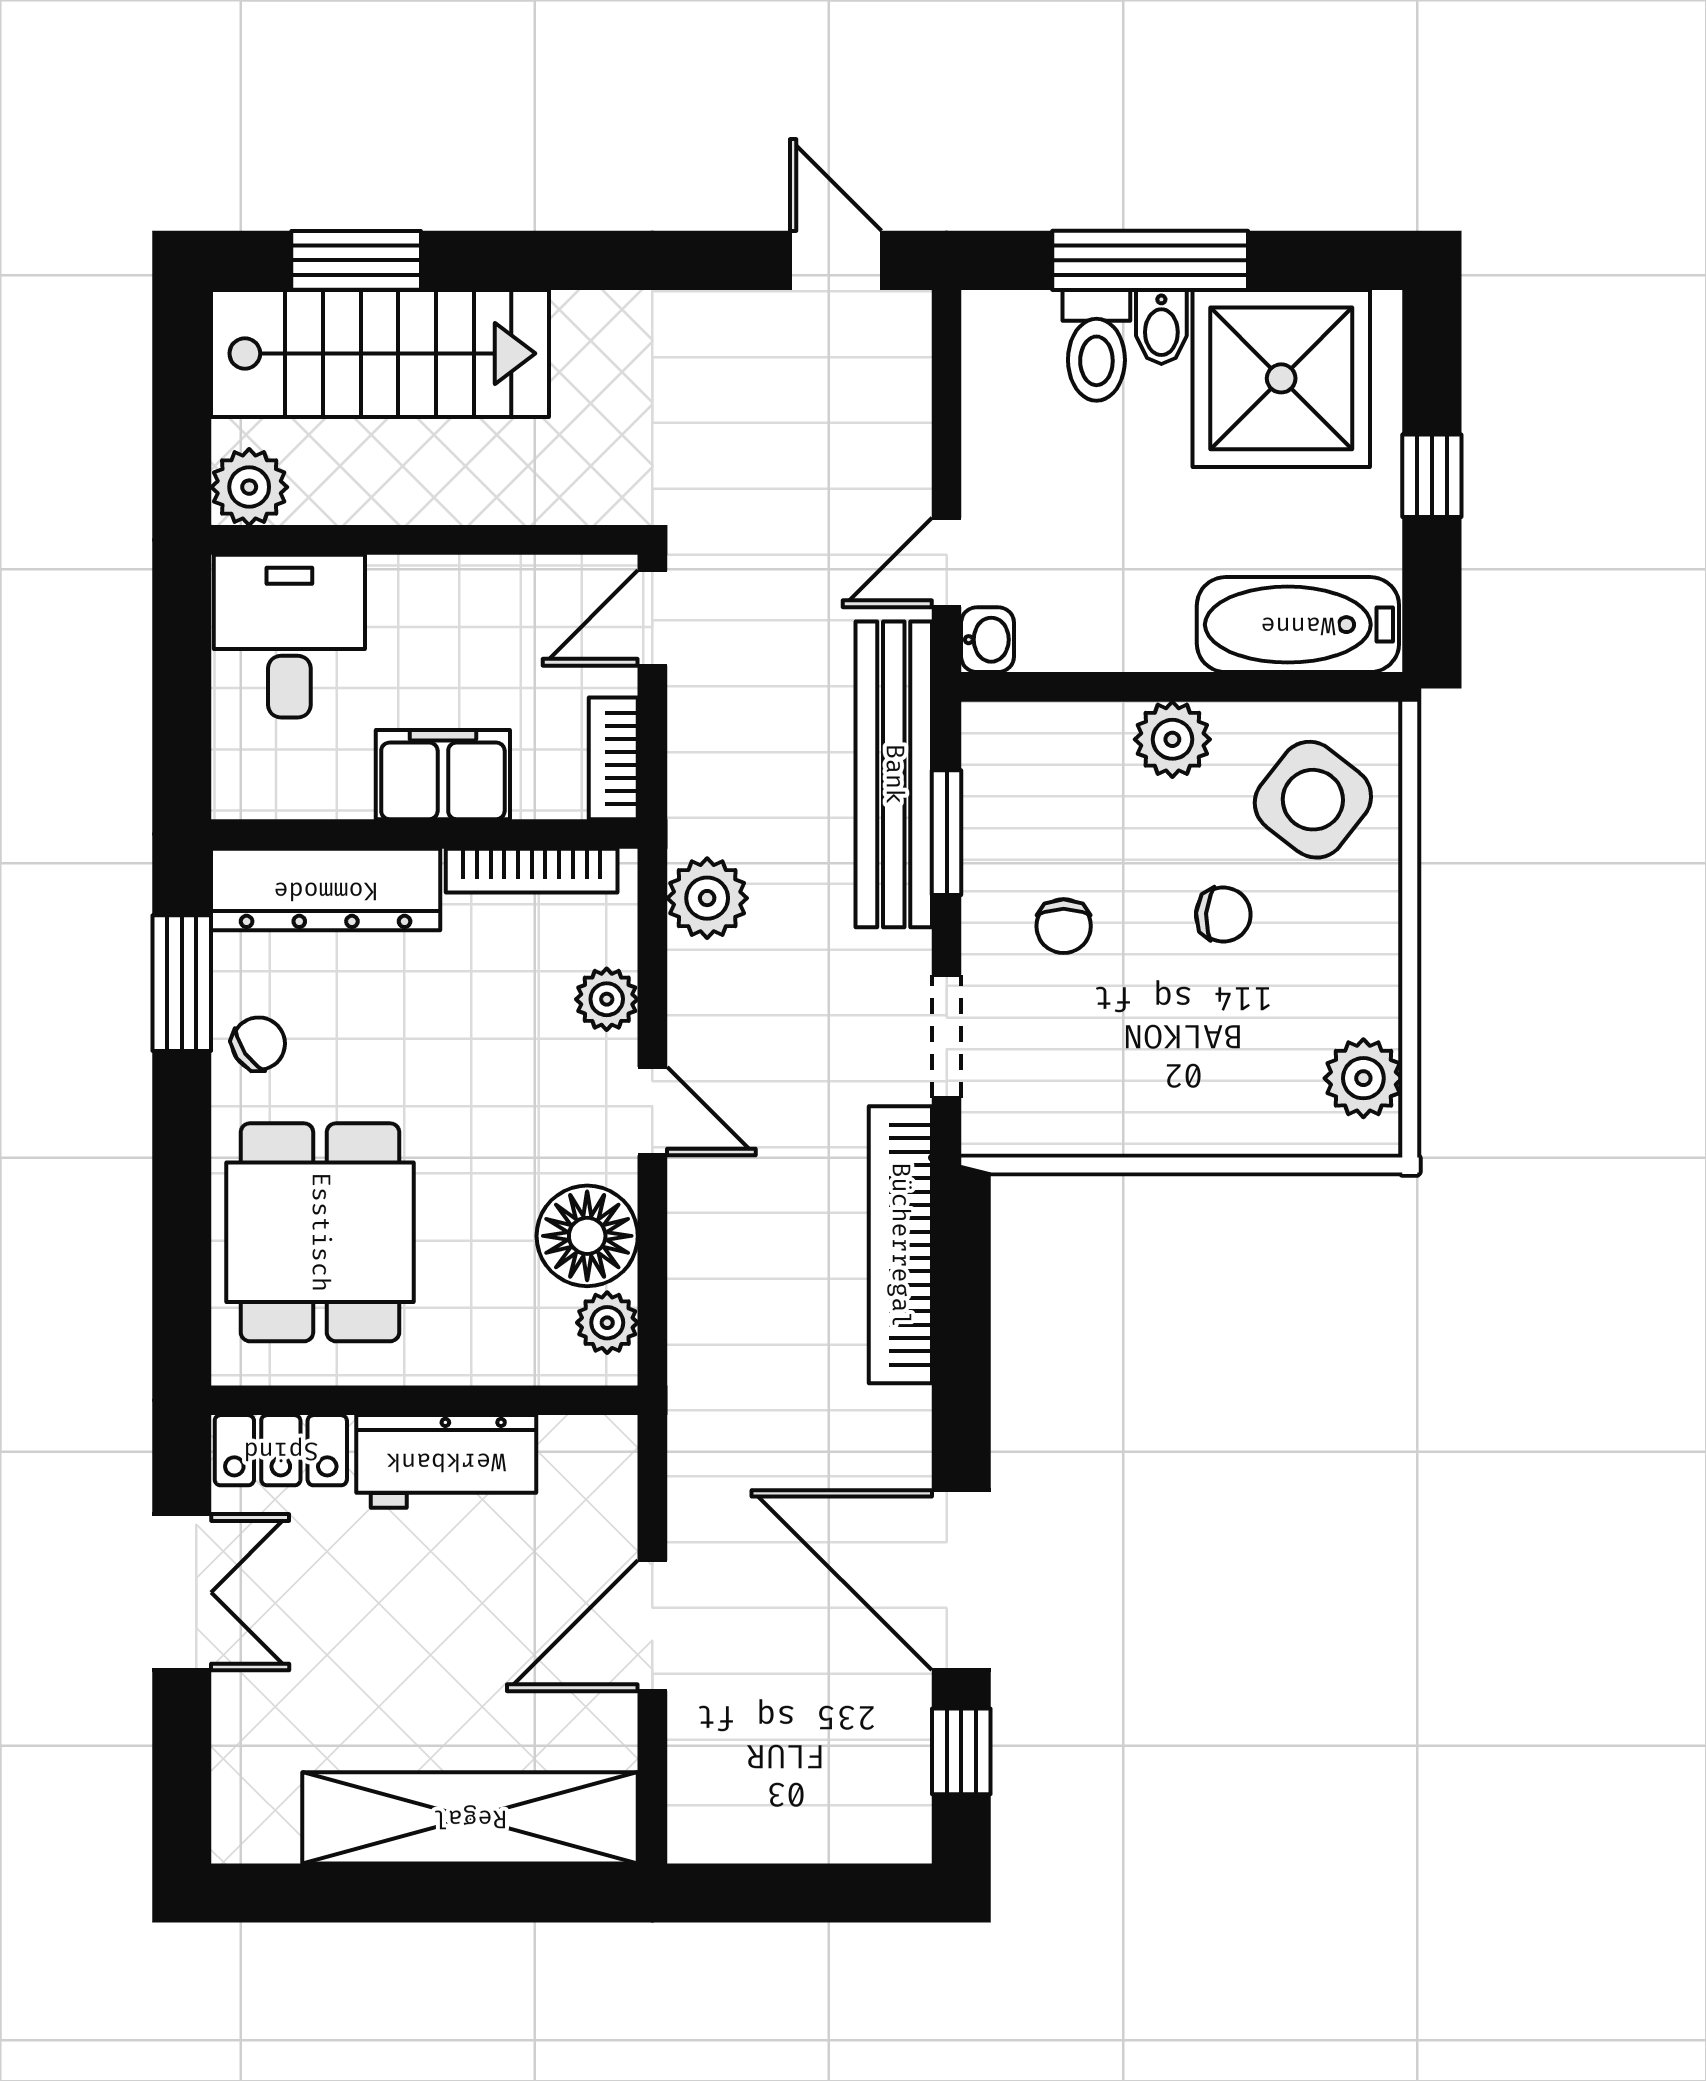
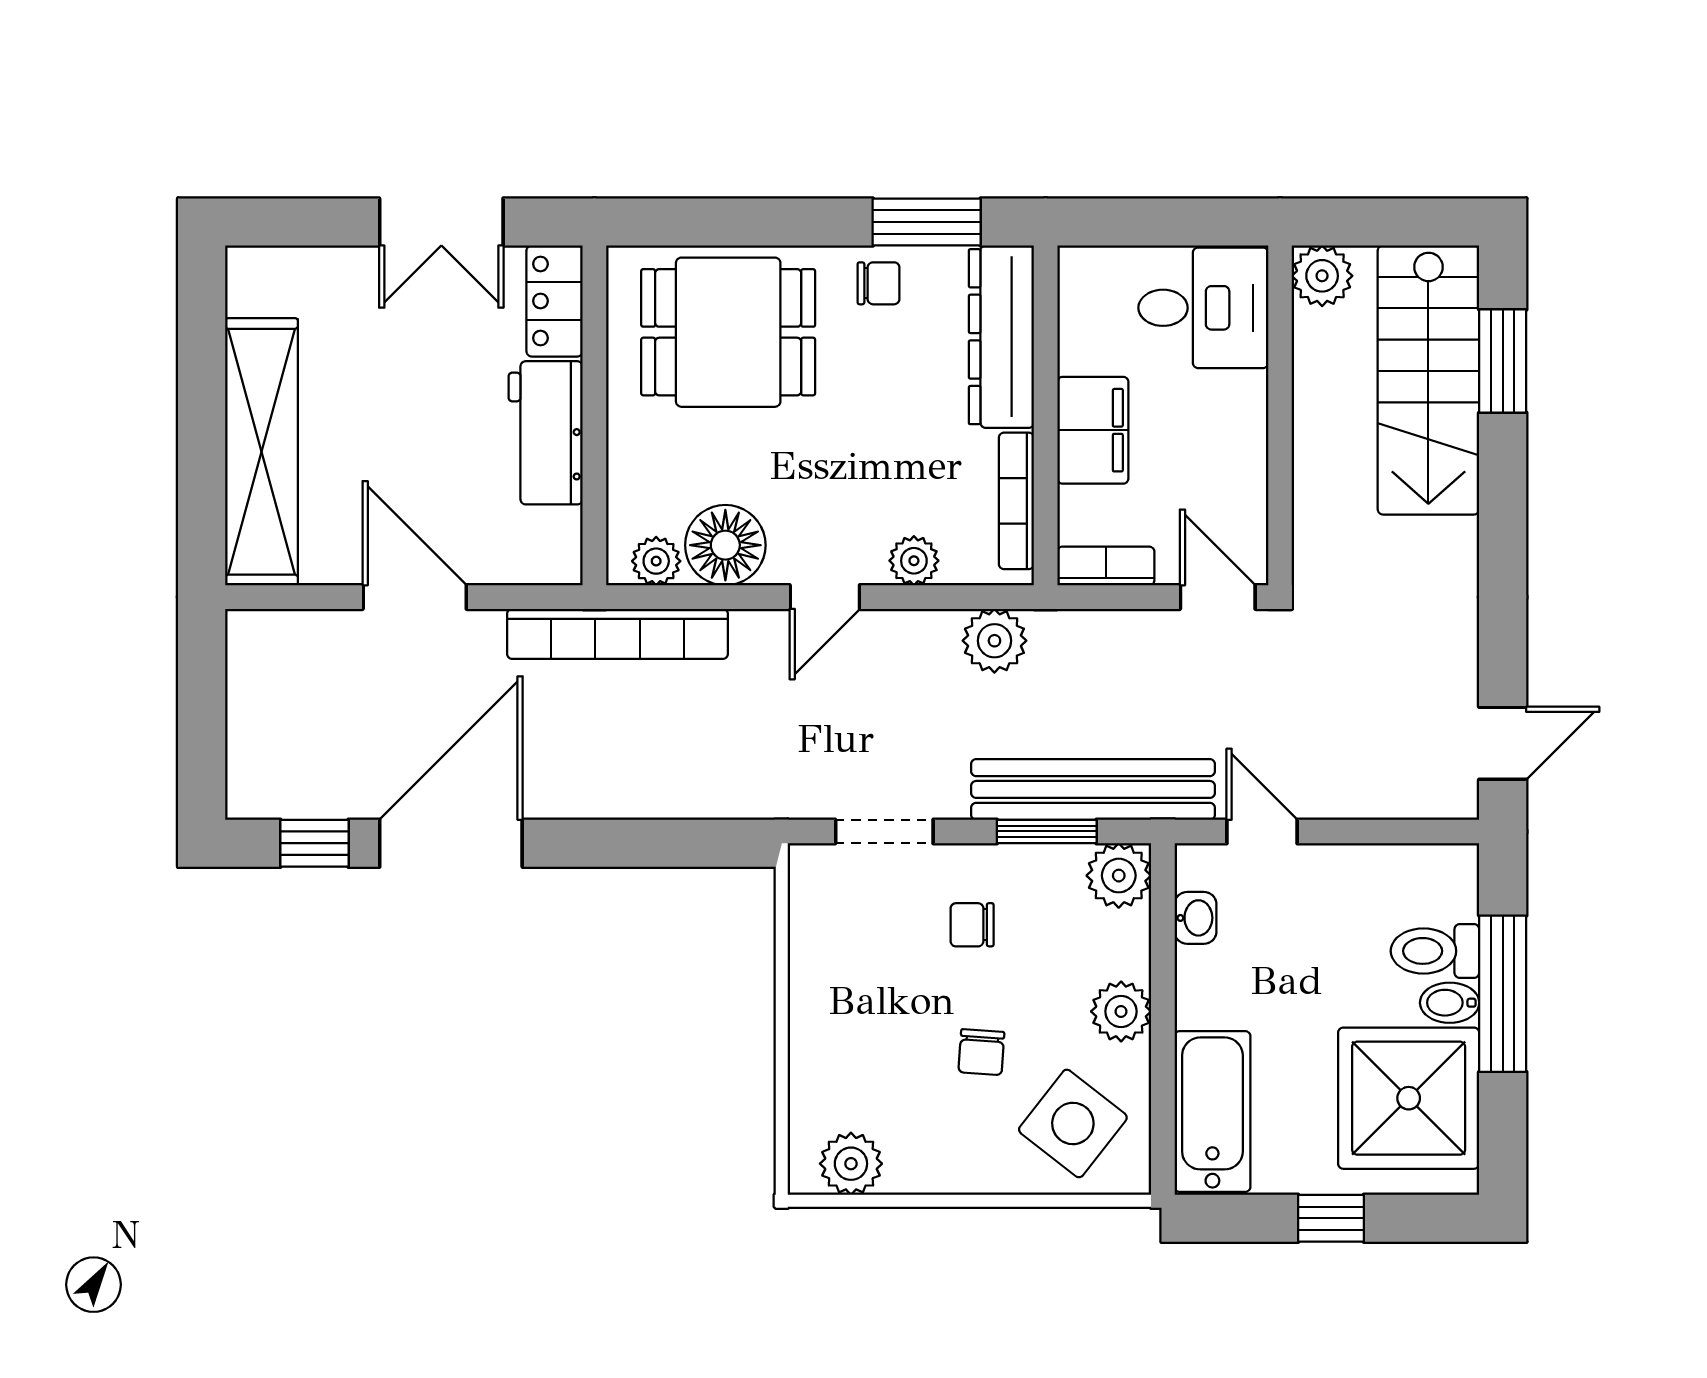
washbasin: (988, 640) -> (1195, 918), moved, turned -90
plant: (1002, 742) -> (1119, 876), added
chair: (259, 1044) -> (879, 283), turned -55
bookcase: (900, 1245) -> (617, 634), moved, turned 180

